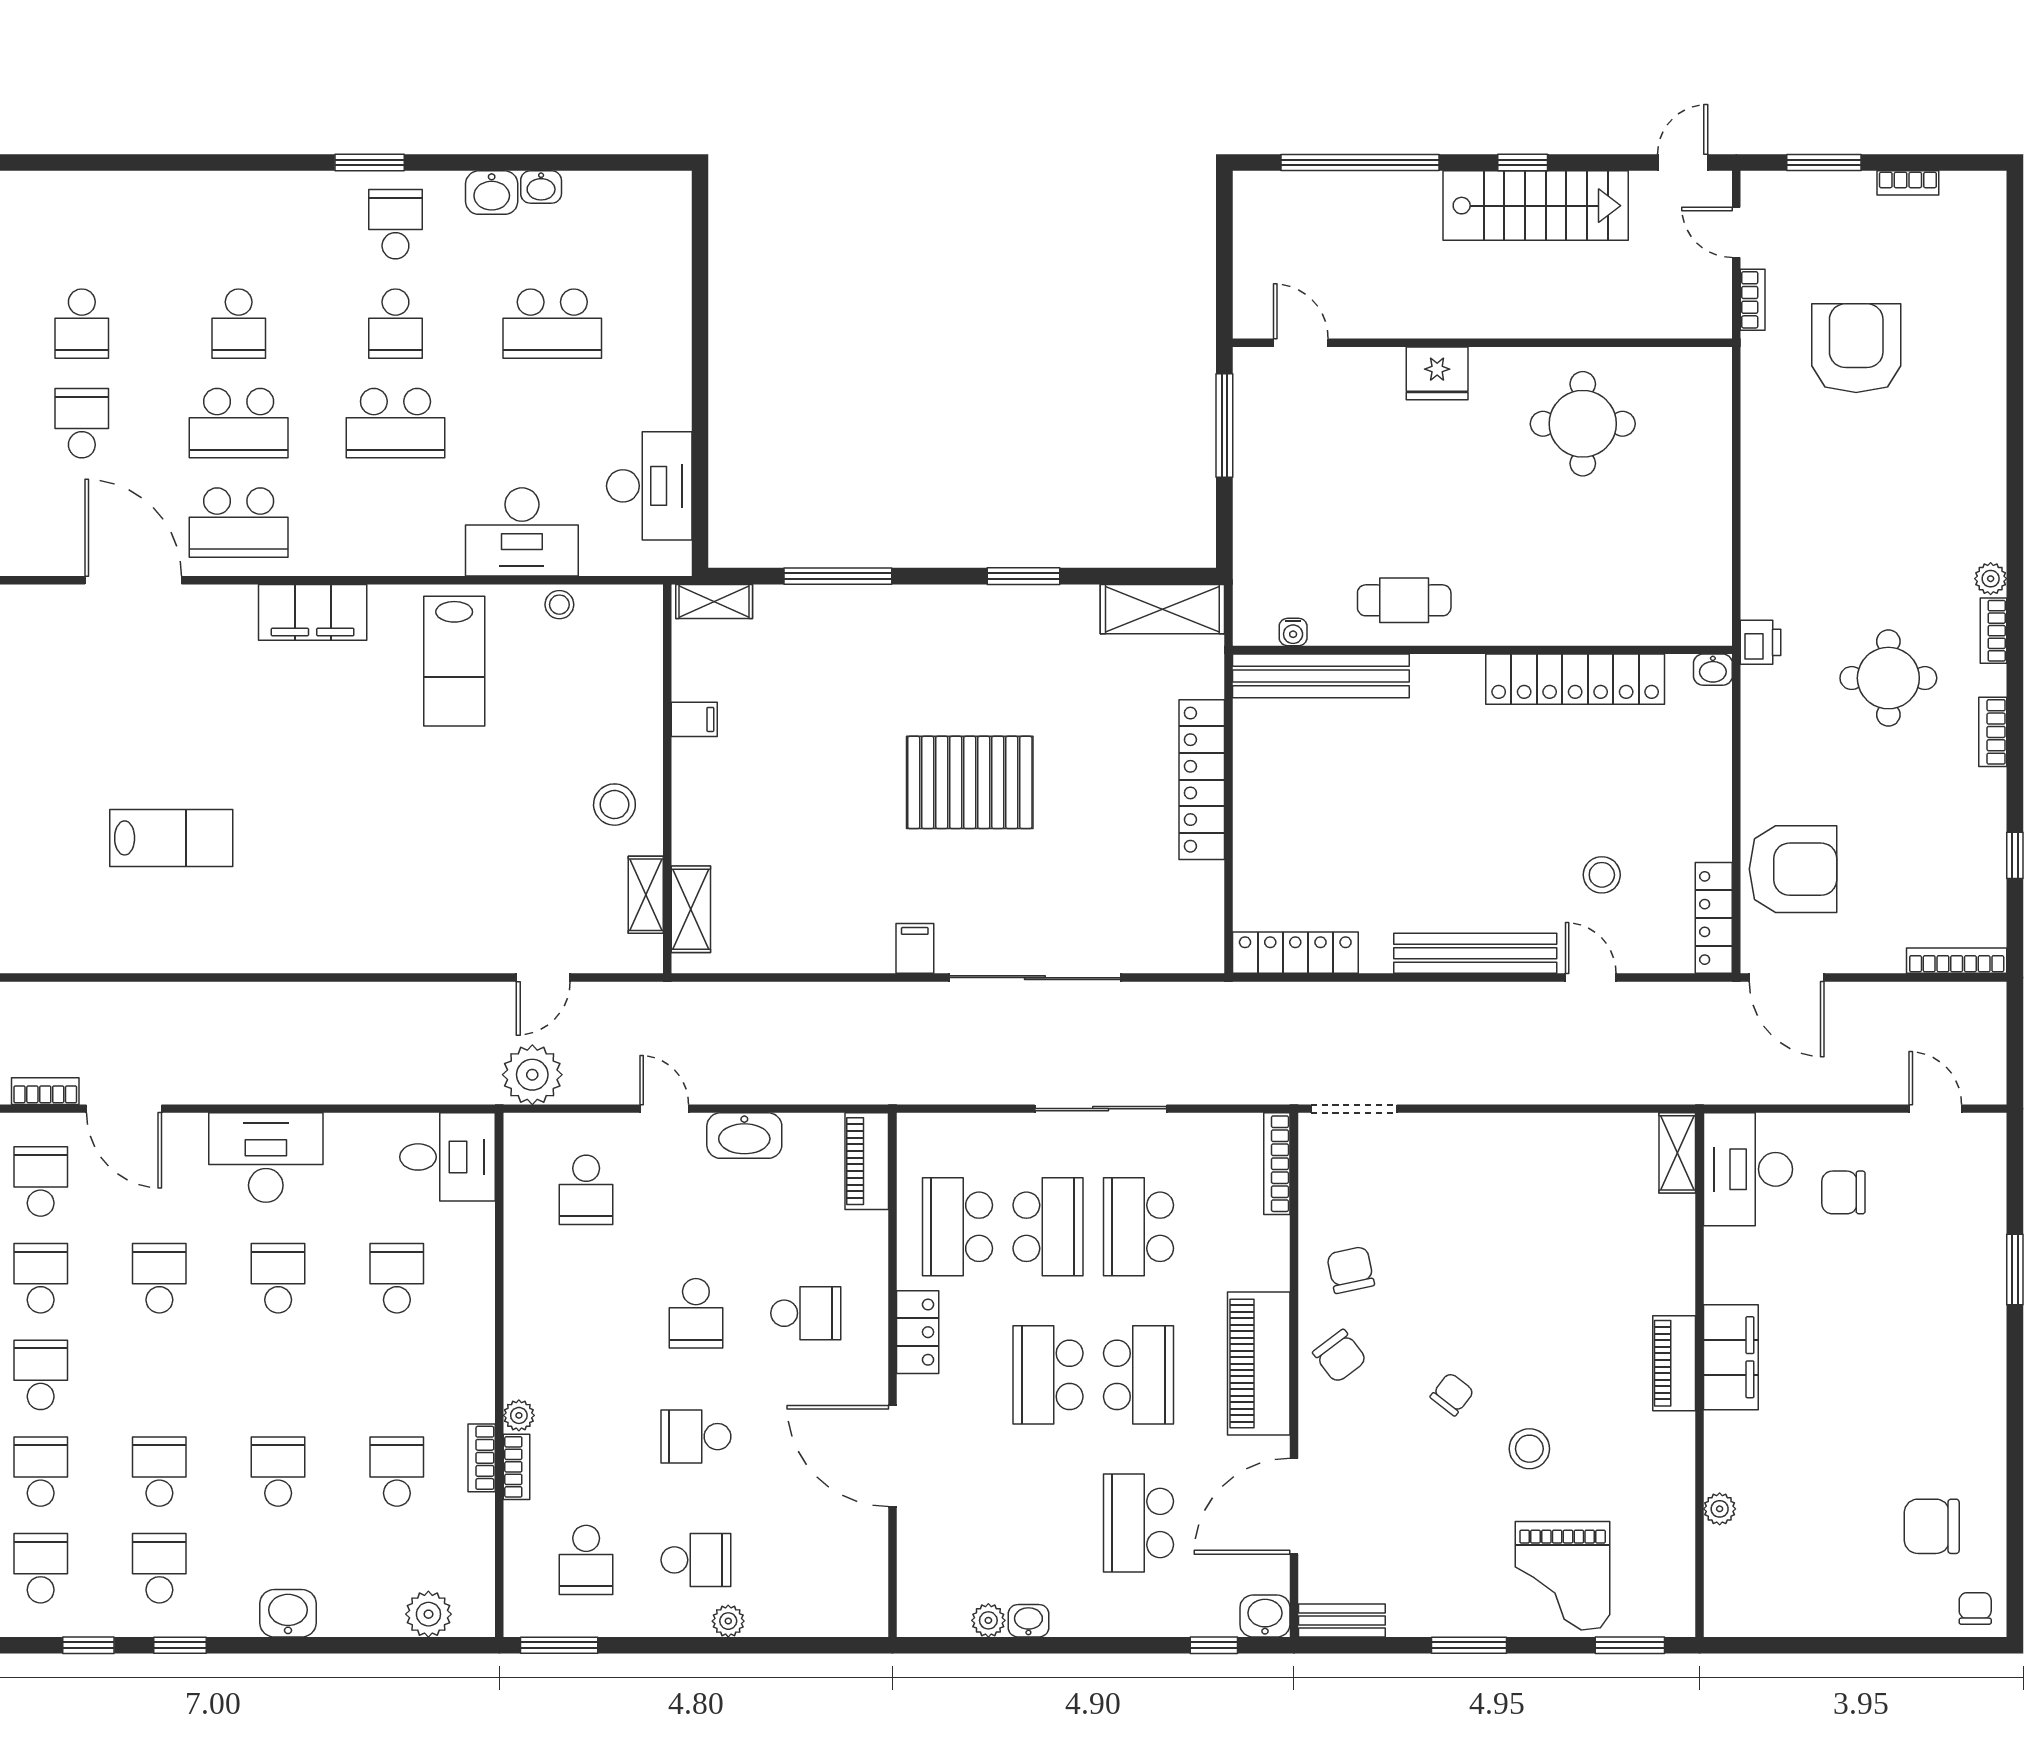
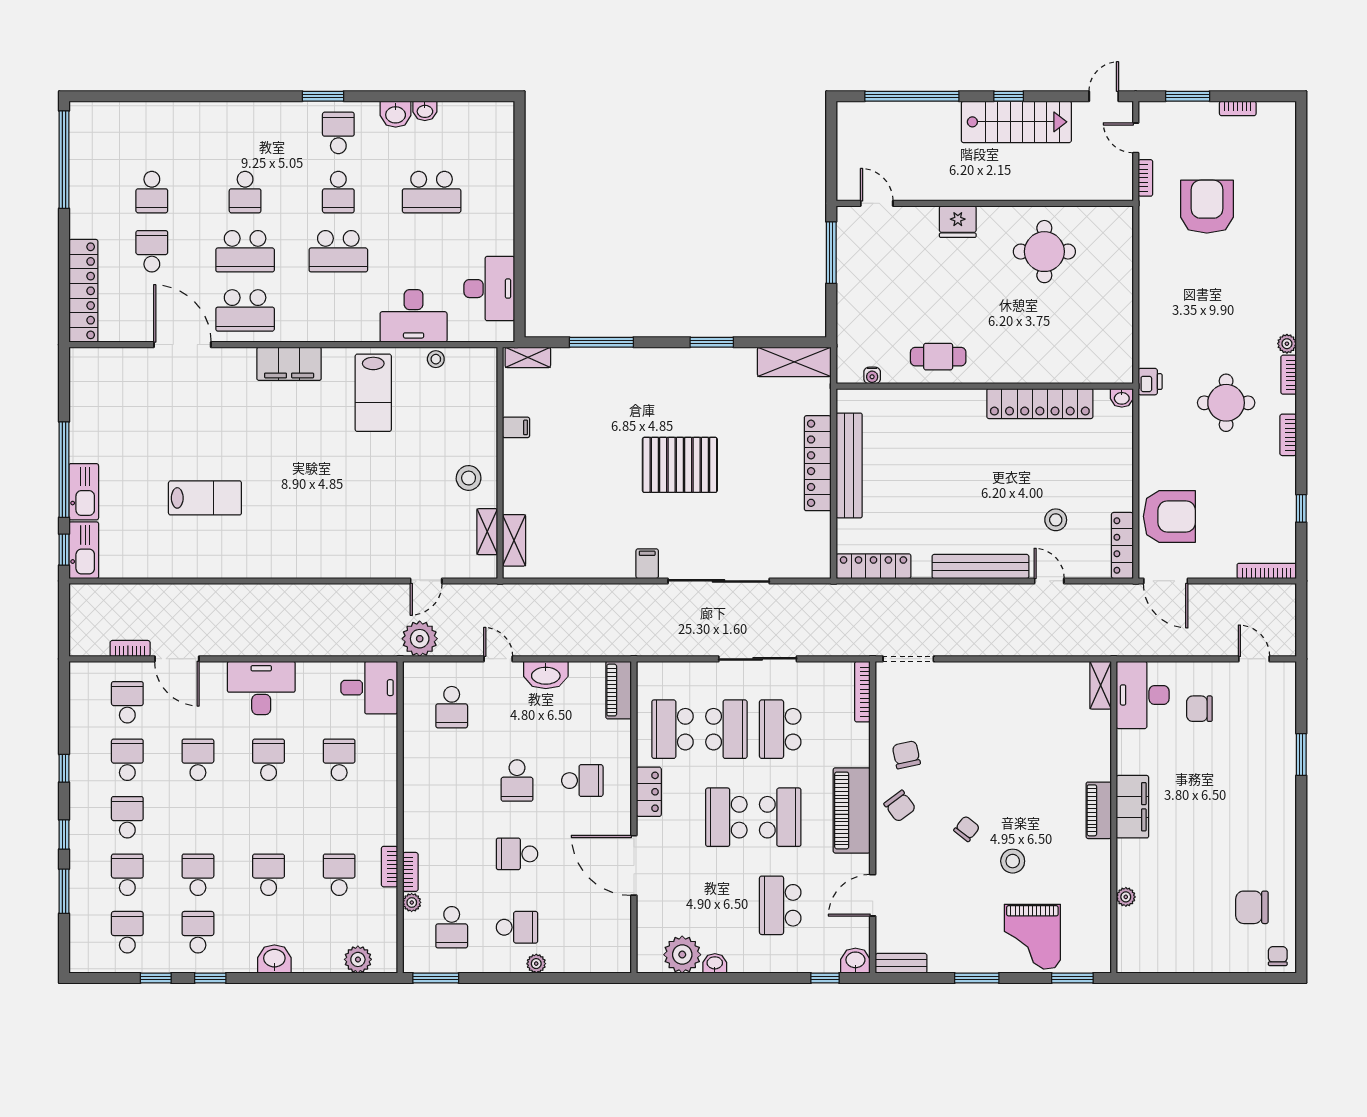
bench: (1321, 676) -> (849, 465), moved, turned 90
plant: (519, 1415) -> (412, 902), moved
door: (1294, 1506) -> (873, 895), width x0.73
plant: (988, 1620) -> (682, 955), width x1.88, depth x1.88

